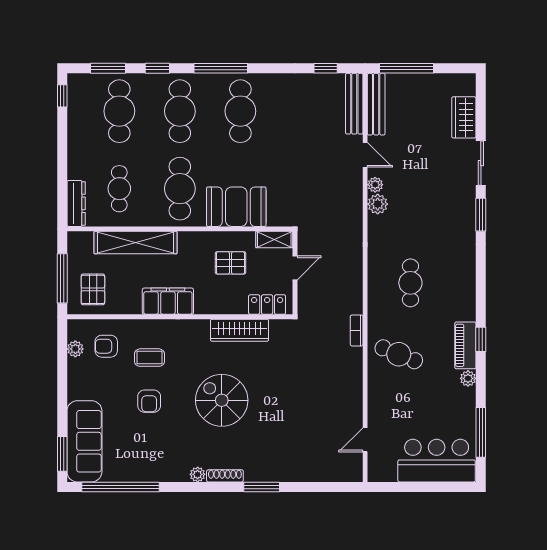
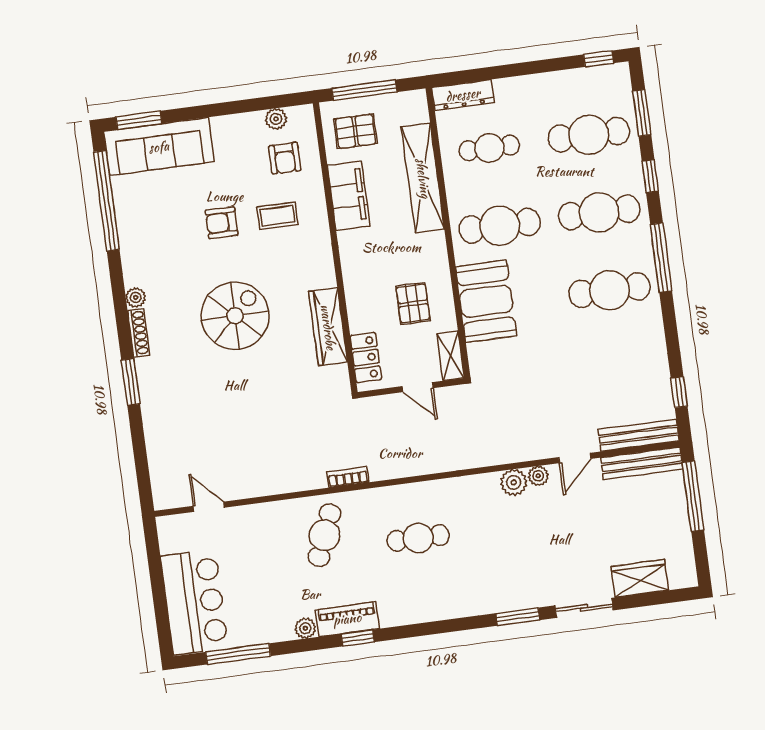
filing cabinet: (168, 301) -> (349, 196), moved
armchair: (106, 346) -> (285, 158), turned 180
coffee table: (149, 358) -> (277, 216), turned 90

